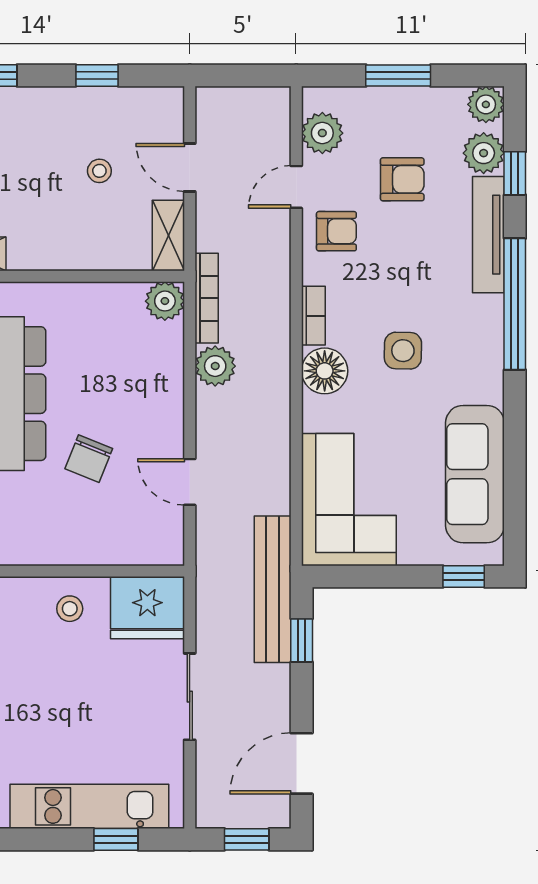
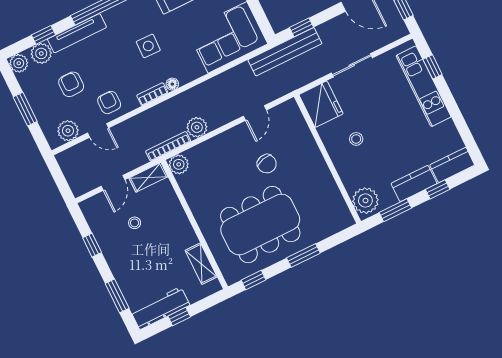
floor lamp: (325, 371) -> (172, 84), width x0.53, depth x0.53
chair: (89, 459) -> (267, 164), turned 54
stool: (70, 609) -> (356, 139), moved

